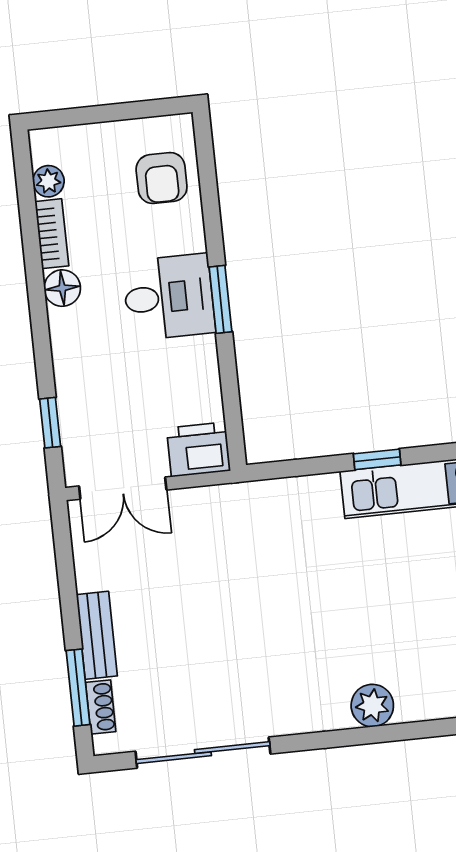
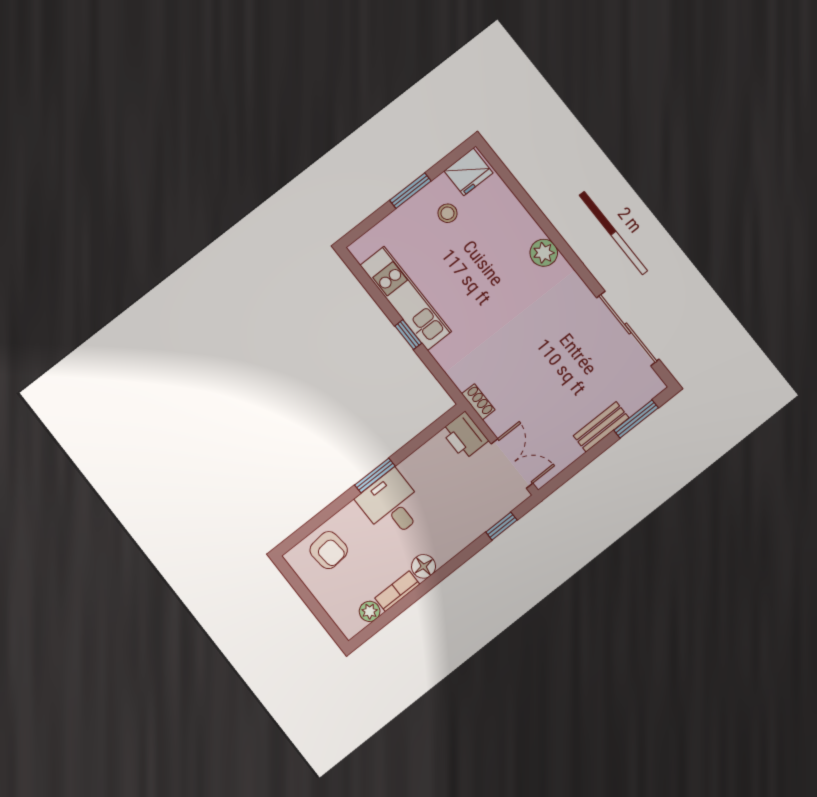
armchair: (162, 178) -> (329, 550), turned 84
shoe rack: (101, 707) -> (478, 402), moved, turned 90

